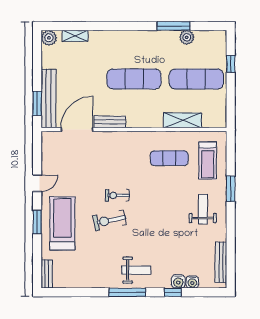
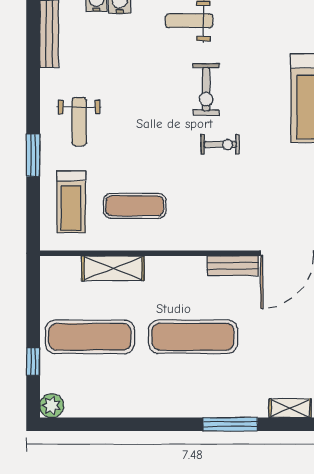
window: (173, 26) -> (230, 424), moved
plant: (187, 37) -> (52, 406), moved
treadmill: (208, 161) -> (71, 202), turned 180
exercise bike: (110, 220) -> (206, 89), moved, turned 101

